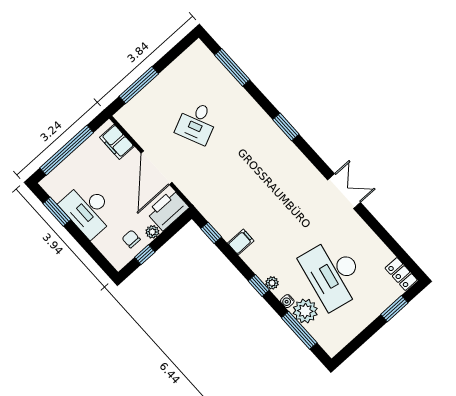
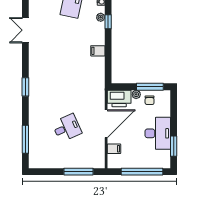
filing cabinet: (117, 142) -> (114, 149), width x0.50
window: (211, 233) -> (108, 68), removed
window: (145, 255) -> (150, 87), width x2.17

